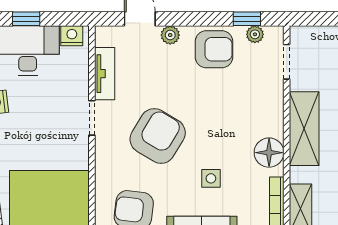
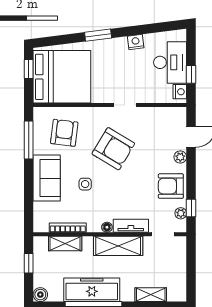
window: (26, 19) -> (191, 74), moved
armchair: (214, 49) -> (171, 186), turned 90
tv unit: (105, 74) -> (131, 226), moved, turned 180
floor lamp: (269, 153) -> (107, 227), width x0.53, depth x0.53

